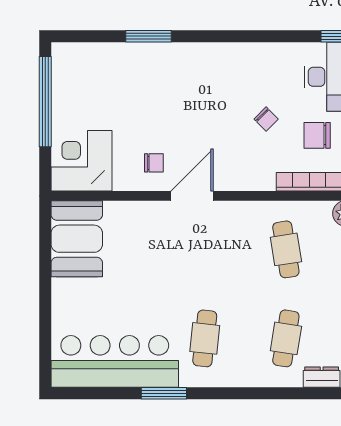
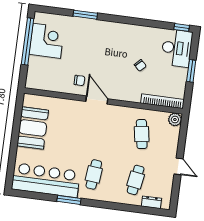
chair: (317, 135) -> (165, 77), removed
corner desk: (82, 161) -> (47, 41), moved, turned 90
door: (192, 196) -> (97, 100), hinge flipped
booth: (77, 239) -> (33, 128), moved

